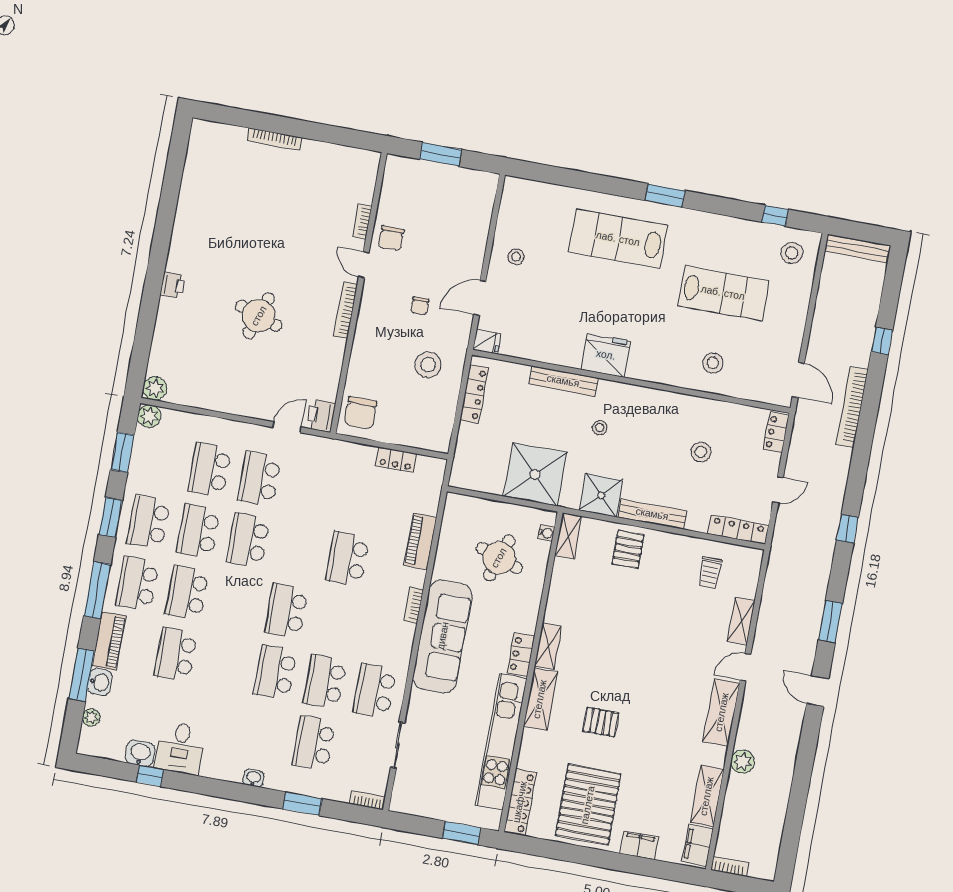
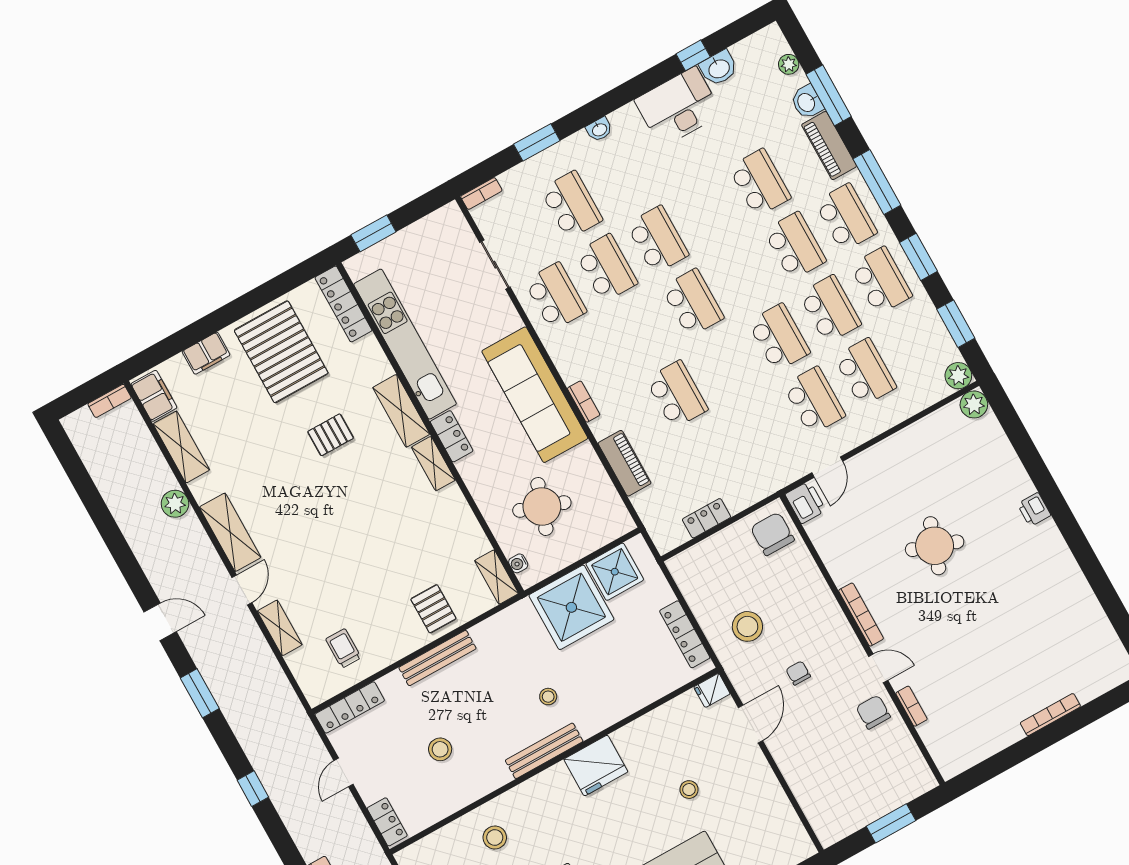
stool: (516, 257) -> (689, 790), moved
bench: (563, 381) -> (544, 751), moved
shower: (601, 495) -> (615, 572), moved
desk: (180, 748) -> (678, 107), width x1.37

